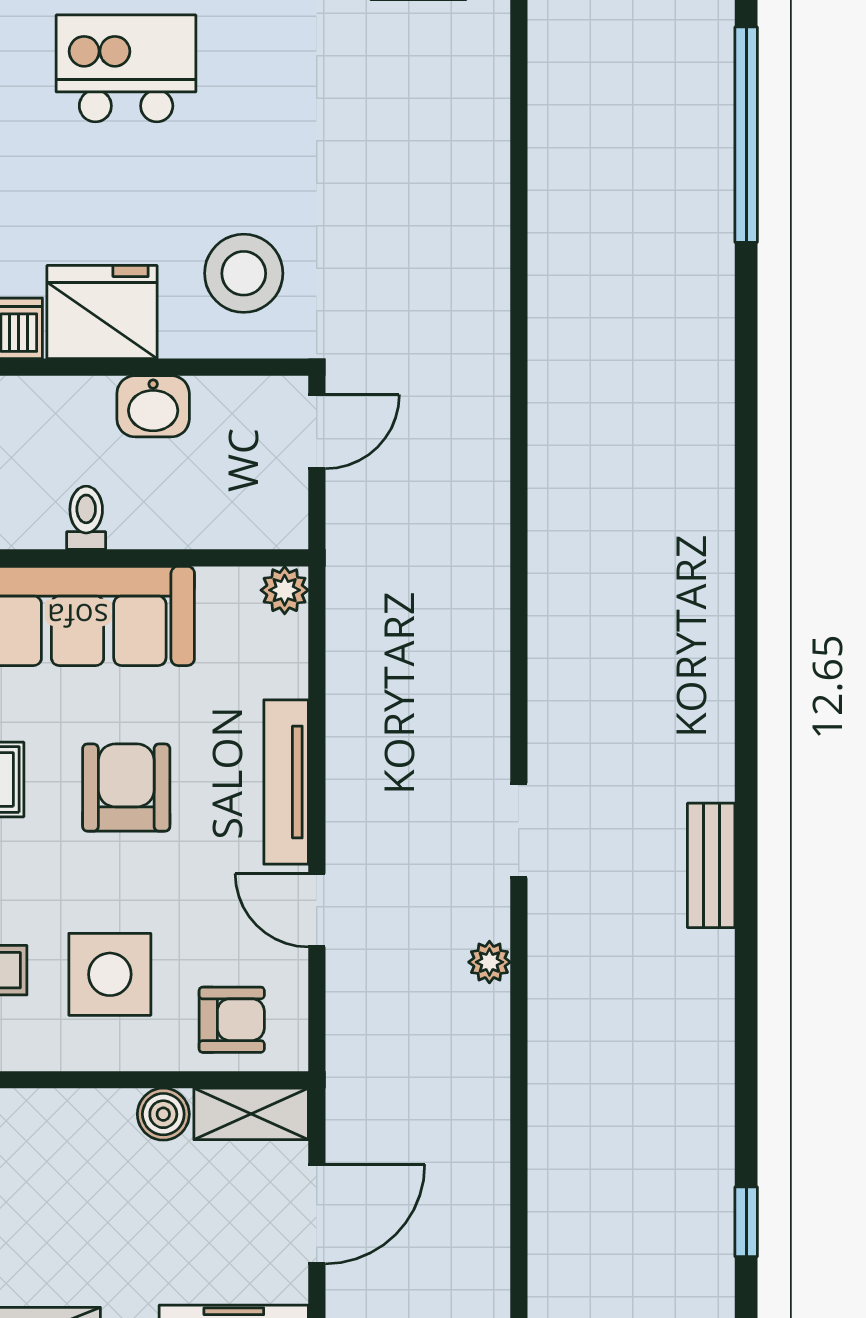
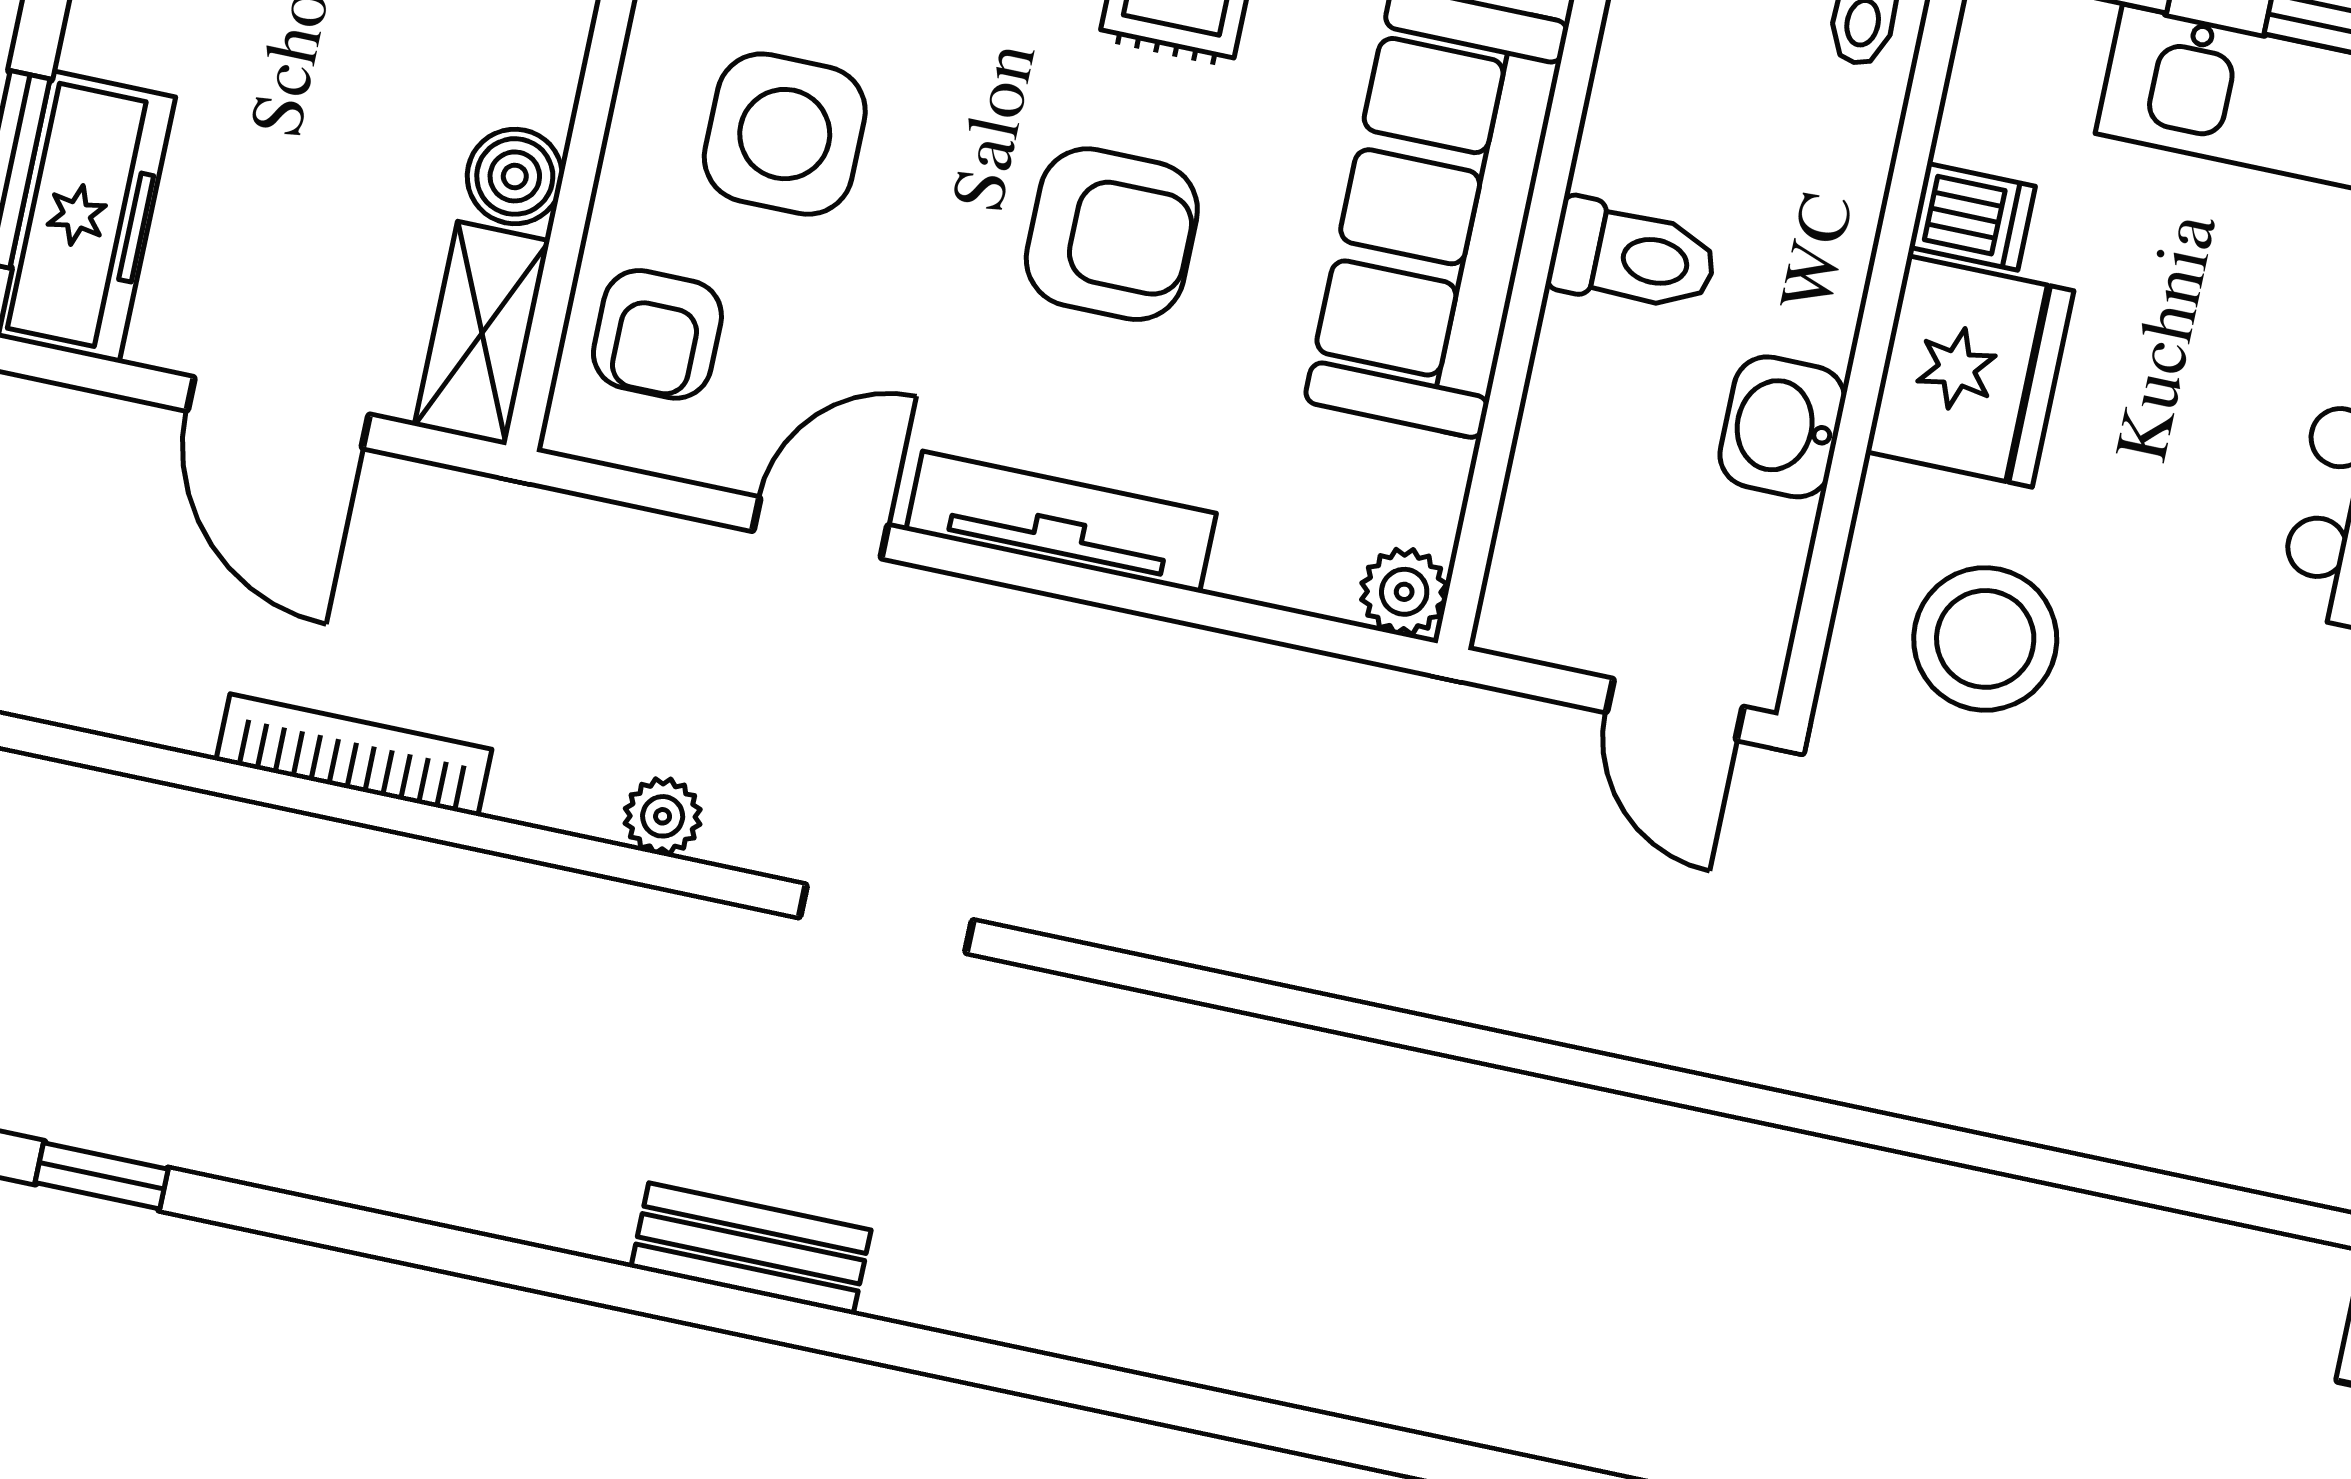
toilet: (86, 518) -> (1633, 257), width x1.37, depth x1.39
bookcase: (492, 1134) -> (354, 755), added

